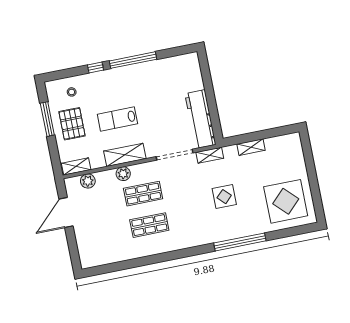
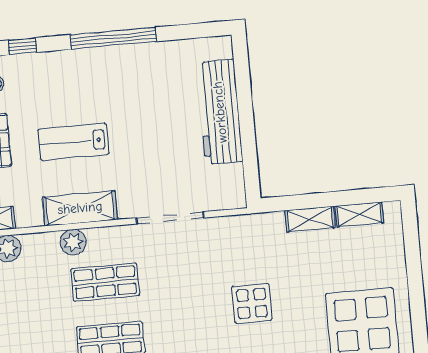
window: (96, 68) -> (22, 46), moved
workbench: (200, 119) -> (220, 112), moved
shelving: (210, 155) -> (359, 214), moved

